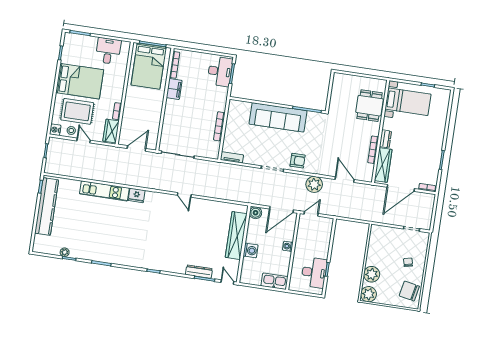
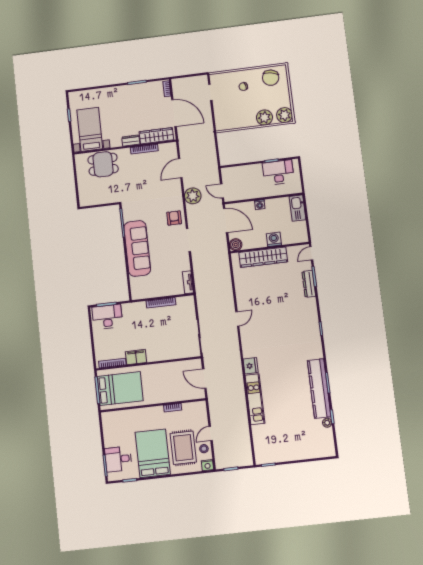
desk: (108, 51) -> (118, 459), moved
wardrobe: (111, 131) -> (194, 409), removed
kitchen counter: (47, 207) -> (319, 388), moved, turned -90

